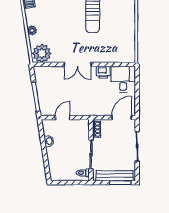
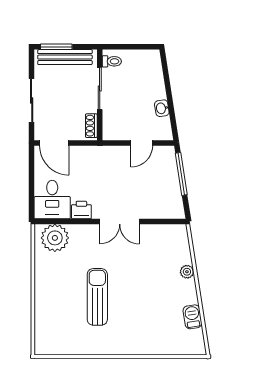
plant: (42, 53) -> (55, 238), moved
double door: (78, 64) -> (120, 222), swing flipped
door: (122, 118) -> (54, 143), hinge flipped

